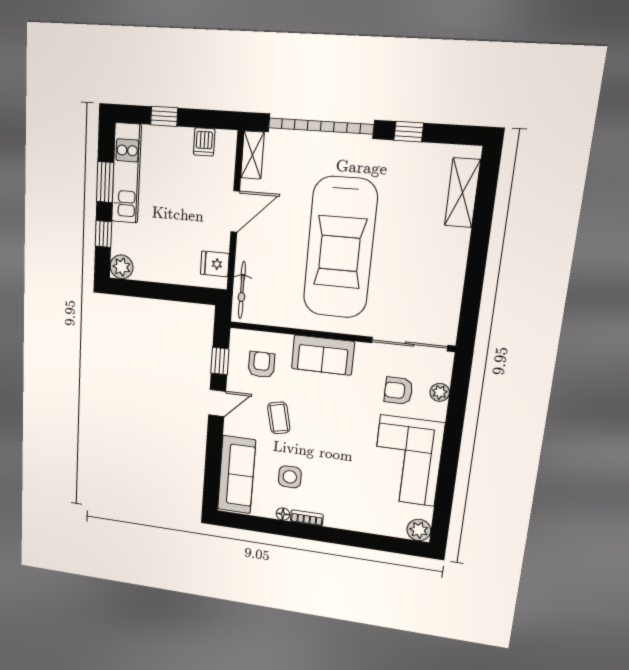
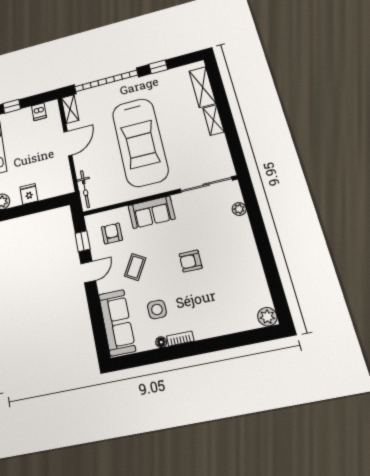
shelving: (457, 252) -> (213, 120), added
fridge: (215, 264) -> (29, 194), moved, turned 90
armchair: (398, 391) -> (191, 261), moved
coffee table: (279, 418) -> (135, 267), turned 44
corner sofa: (407, 461) -> (237, 265), removed

